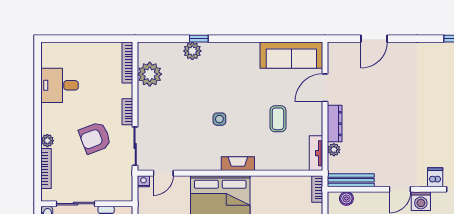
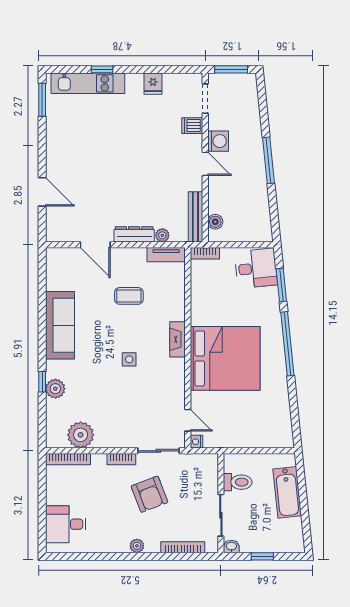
sofa: (291, 55) -> (60, 325), moved
desk: (59, 85) -> (66, 524), moved, turned 90
plant: (47, 141) -> (137, 546), moved

